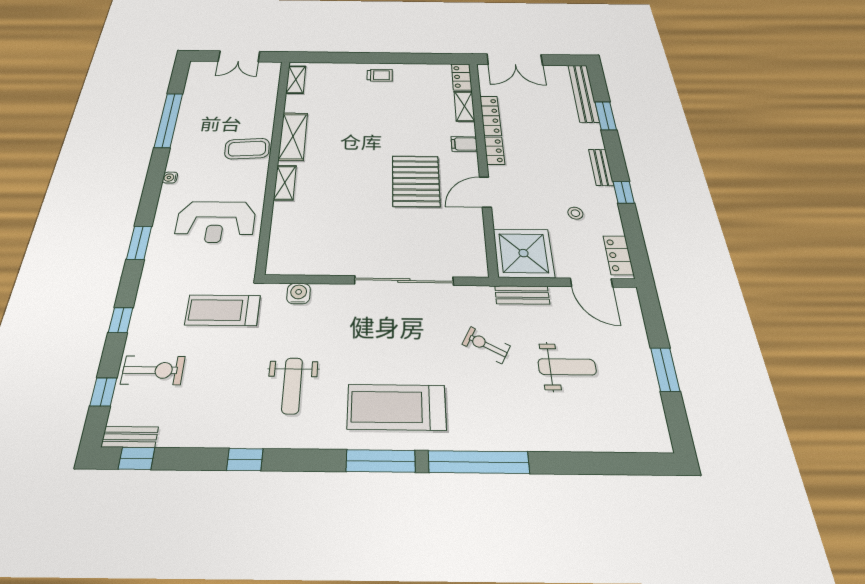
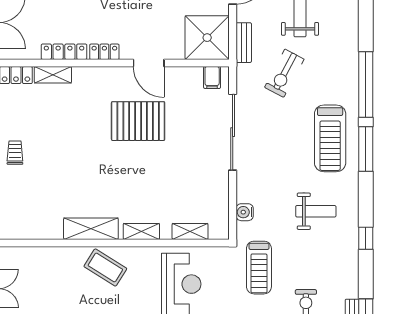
shelving: (296, 80) -> (190, 231), moved
filing cabinet: (464, 144) -> (212, 78), moved
coffee table: (247, 149) -> (105, 268), turned -54
exercise bike: (486, 345) -> (284, 73), width x1.38, depth x1.39

